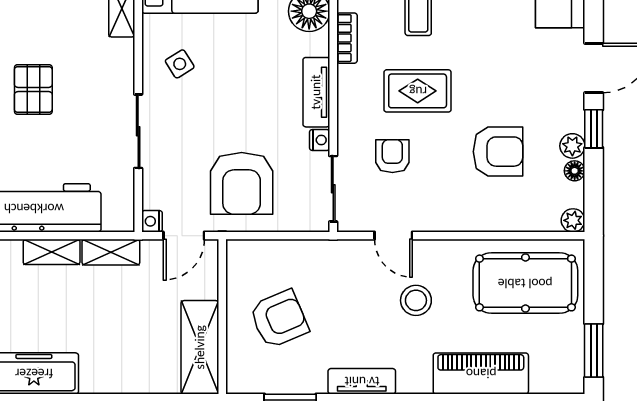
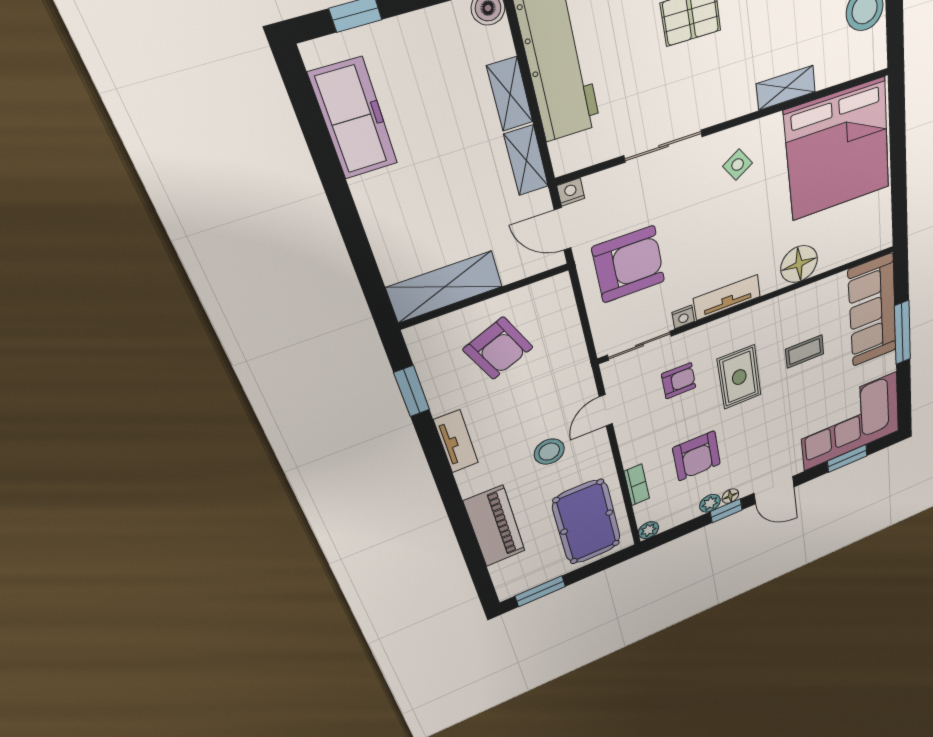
bookcase: (347, 38) -> (637, 485), moved, turned -90
floor lamp: (575, 171) -> (730, 496), moved
armchair: (242, 183) -> (629, 264), turned 180

